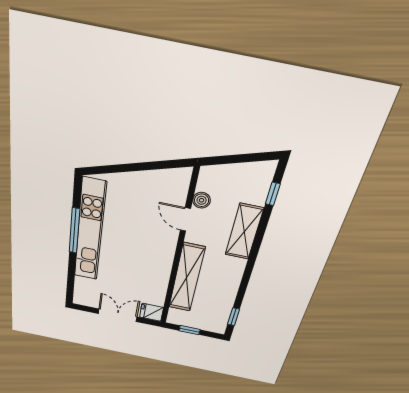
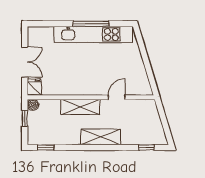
boiler: (202, 200) -> (33, 105), moved
shelving: (244, 232) -> (101, 137), moved
shelving: (187, 278) -> (80, 107), width x0.68

